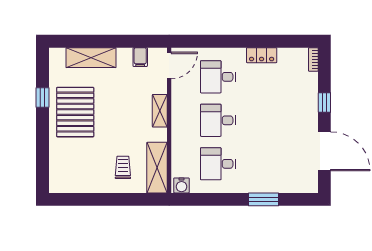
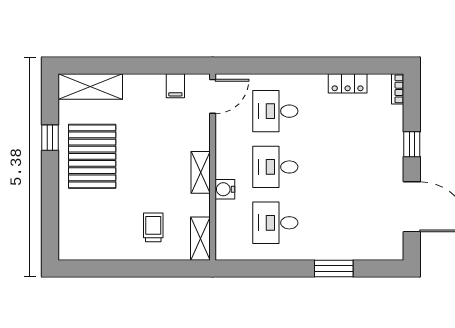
locker: (262, 55) -> (348, 83), moved
shelving: (91, 58) -> (90, 86), moved
shelving: (160, 111) -> (201, 172), moved
shelving: (157, 168) -> (200, 239), width x0.67, depth x0.75
water cooler: (181, 185) -> (225, 189), moved, turned 90

